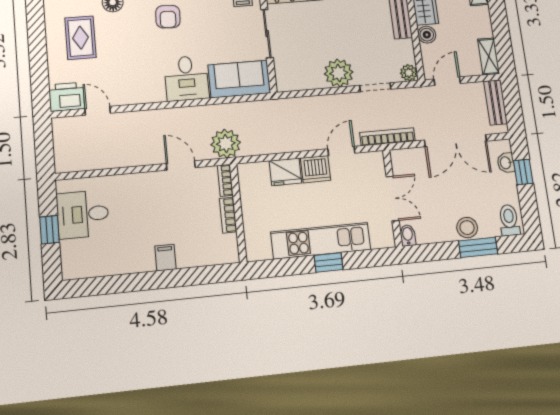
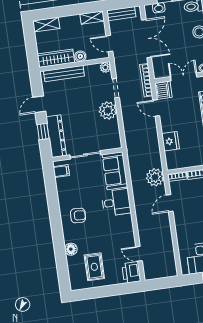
rug: (81, 38) -> (94, 267), turned 90
door: (98, 111) -> (139, 254), hinge flipped
dishwasher: (316, 169) -> (163, 90), moved

